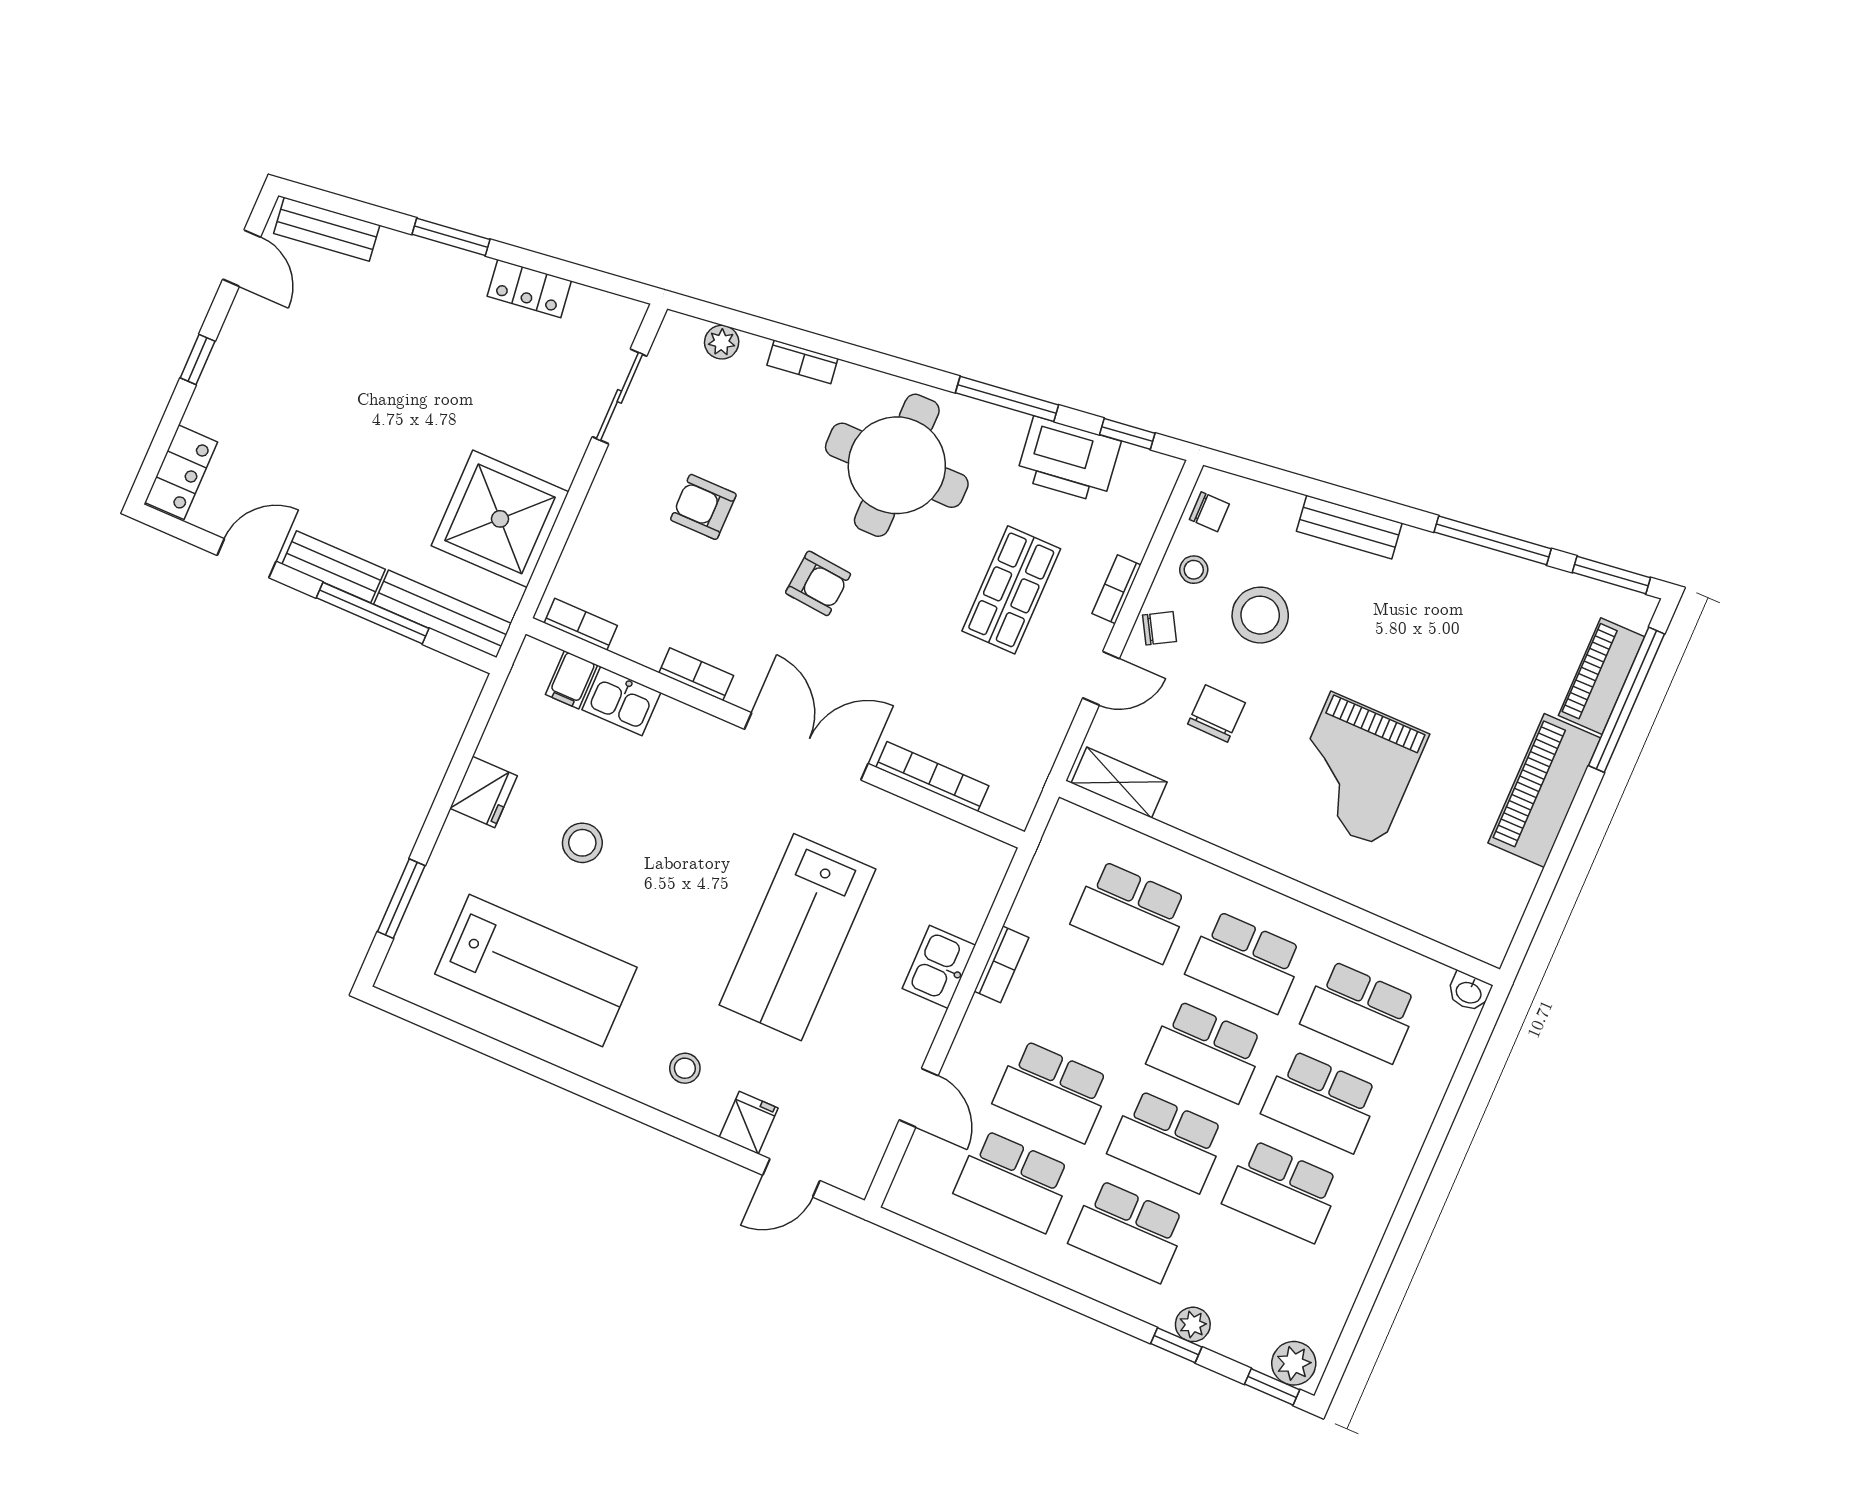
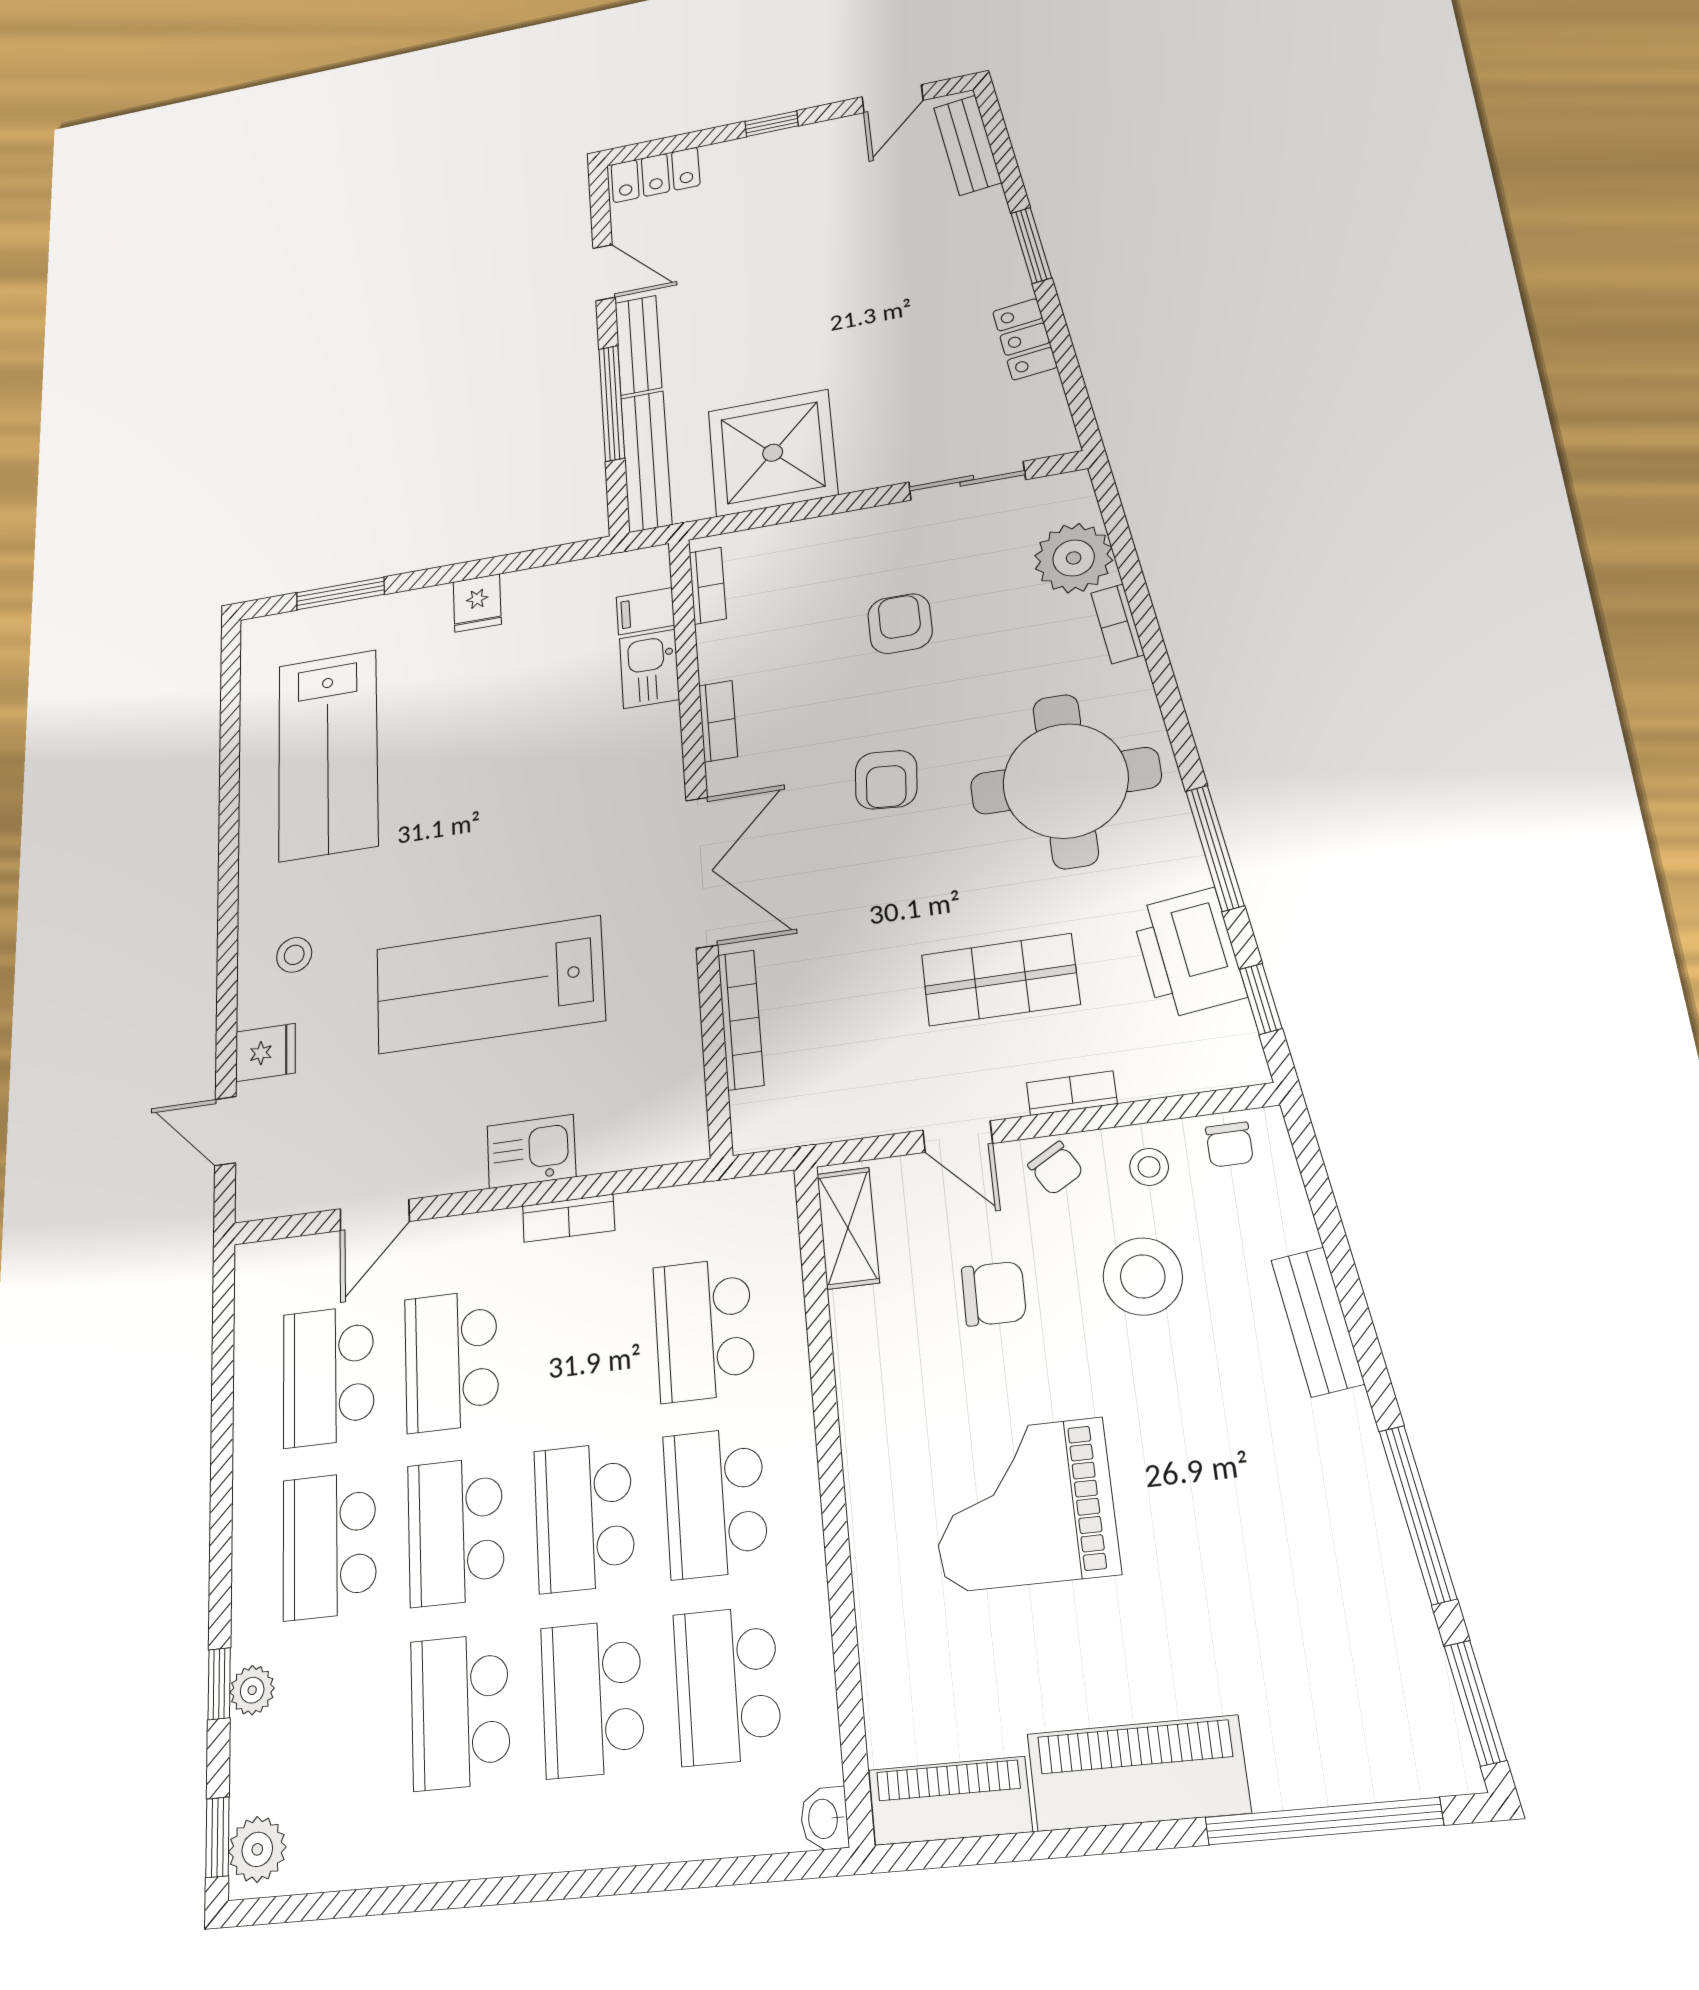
plant: (722, 342) -> (1074, 558), width x1.87, depth x1.87
piano: (1602, 676) -> (950, 1801), moved
fridge: (484, 792) -> (477, 603), width x0.72
stool: (582, 843) -> (482, 720), removed

